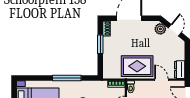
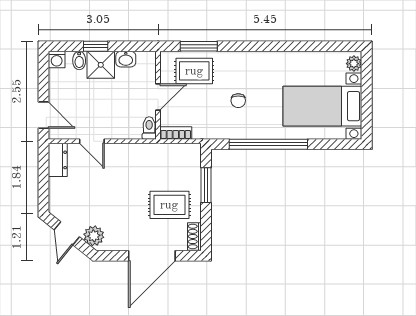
window: (100, 44) -> (206, 185), moved
rug: (137, 66) -> (169, 205), moved, width x0.73, depth x0.70
window: (67, 78) -> (268, 144), width x1.46

